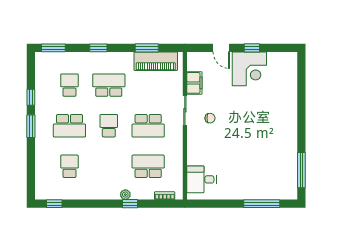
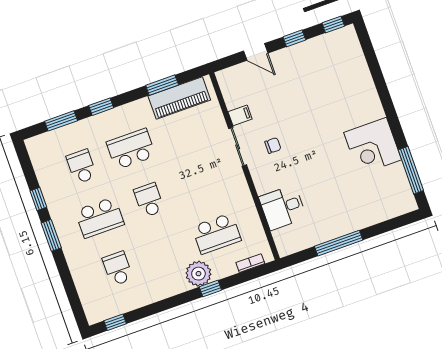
window: (53, 48) -> (61, 121), moved
window: (283, 48) -> (333, 25), added
corner desk: (249, 69) -> (373, 146), moved, turned 90
filing cabinet: (194, 83) -> (240, 115), width x0.50
school desk: (148, 126) -> (198, 183), removed
school desk: (148, 166) -> (217, 234), turned 180
desk: (201, 179) -> (283, 207), moved
plant: (125, 195) -> (198, 274), width x1.88, depth x1.88
window: (262, 204) -> (339, 243), moved

